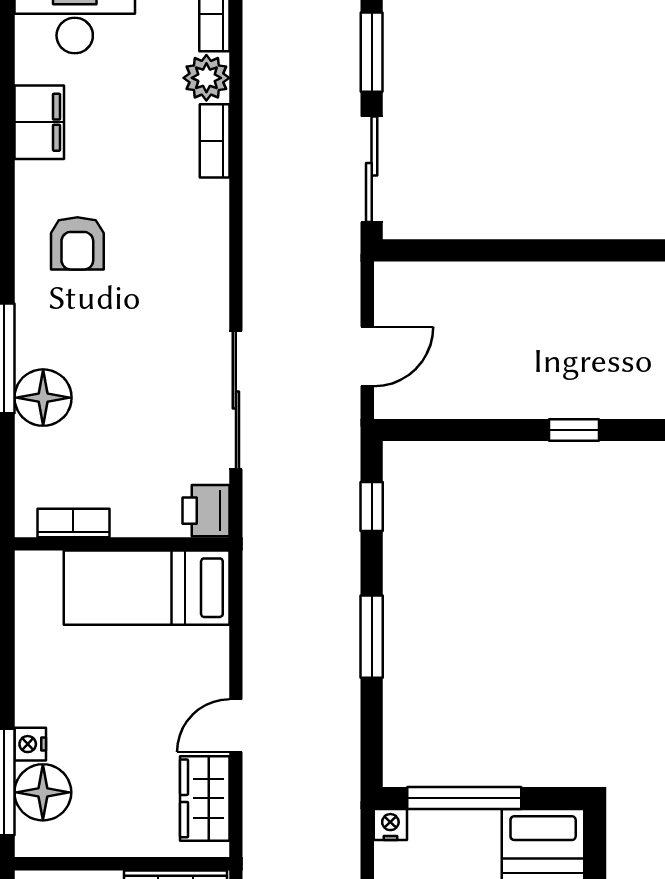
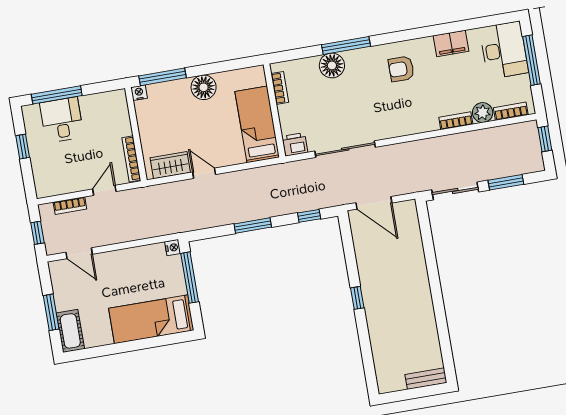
door: (367, 356) -> (374, 203), width x1.38
nightstand: (30, 744) -> (139, 93), moved
floor lamp: (43, 792) -> (204, 87), moved

